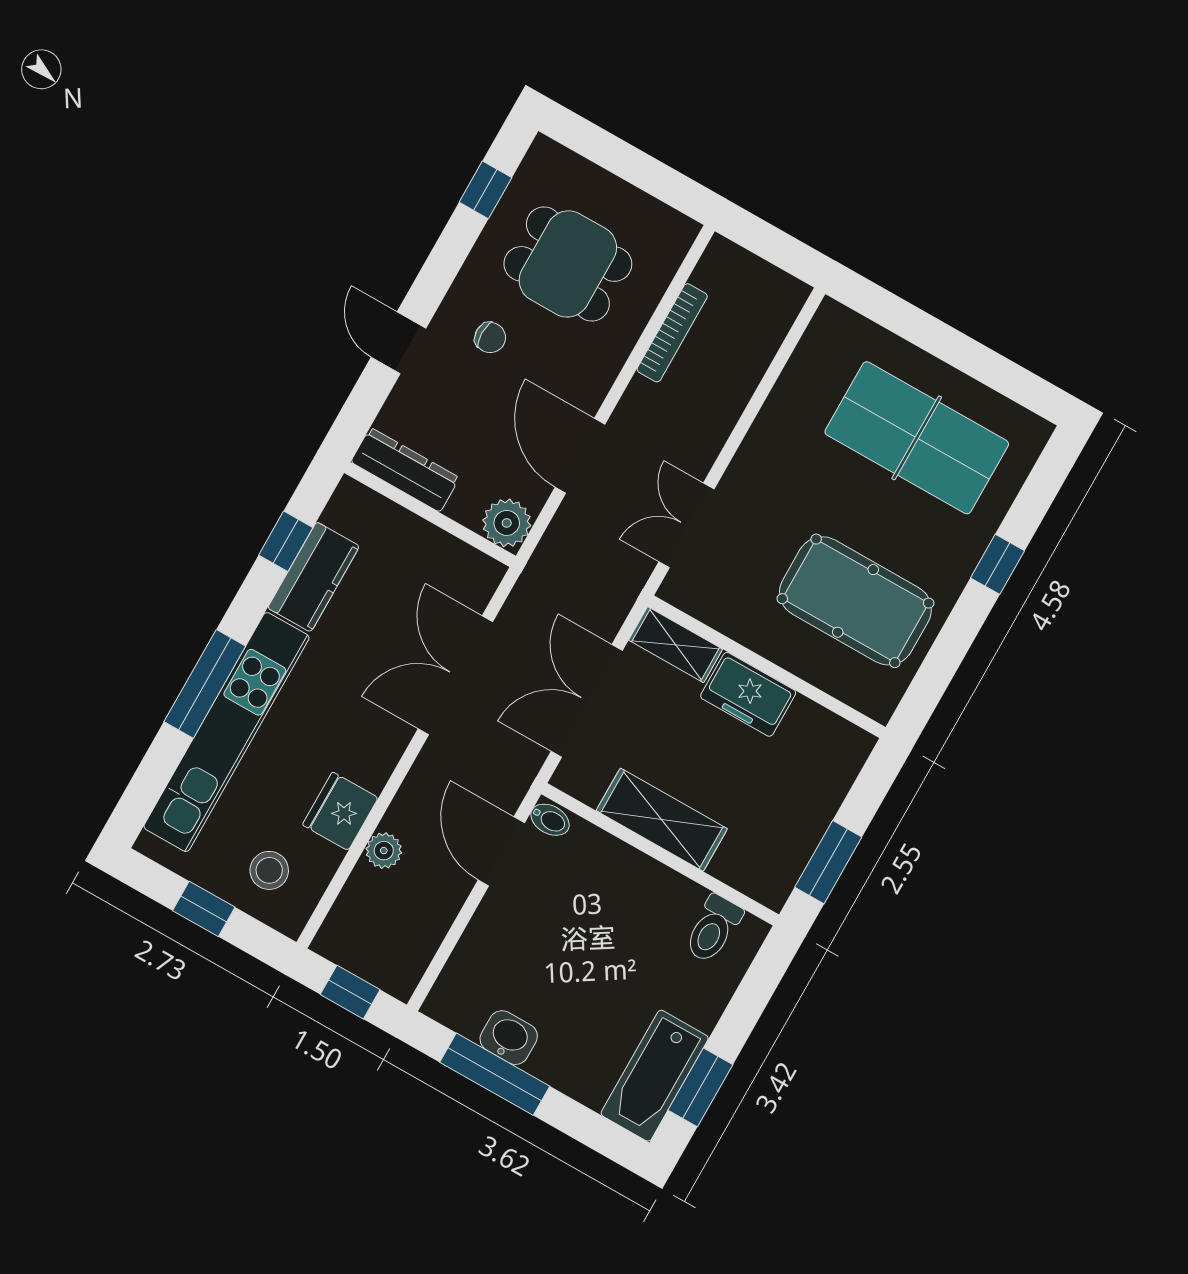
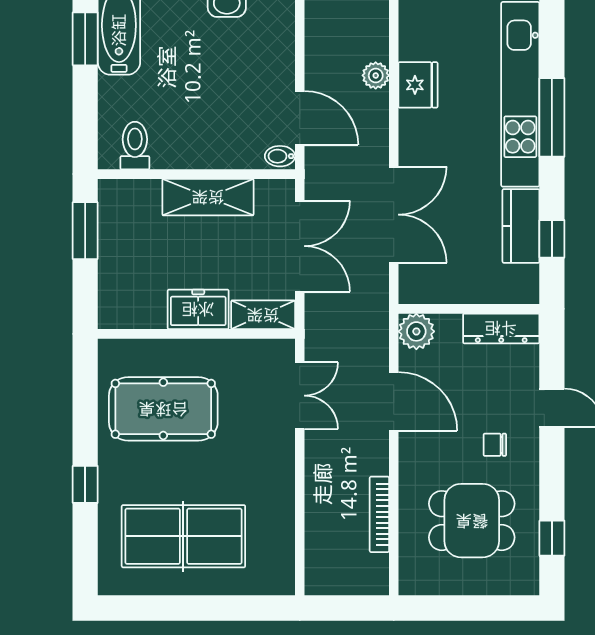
stool: (269, 870) -> (442, 21), removed

